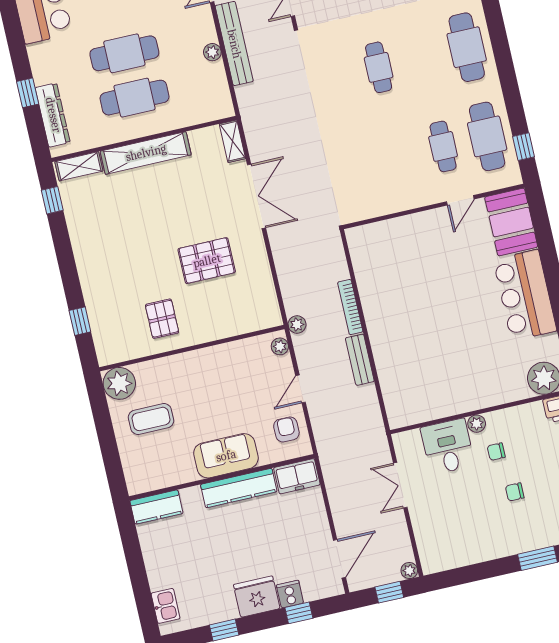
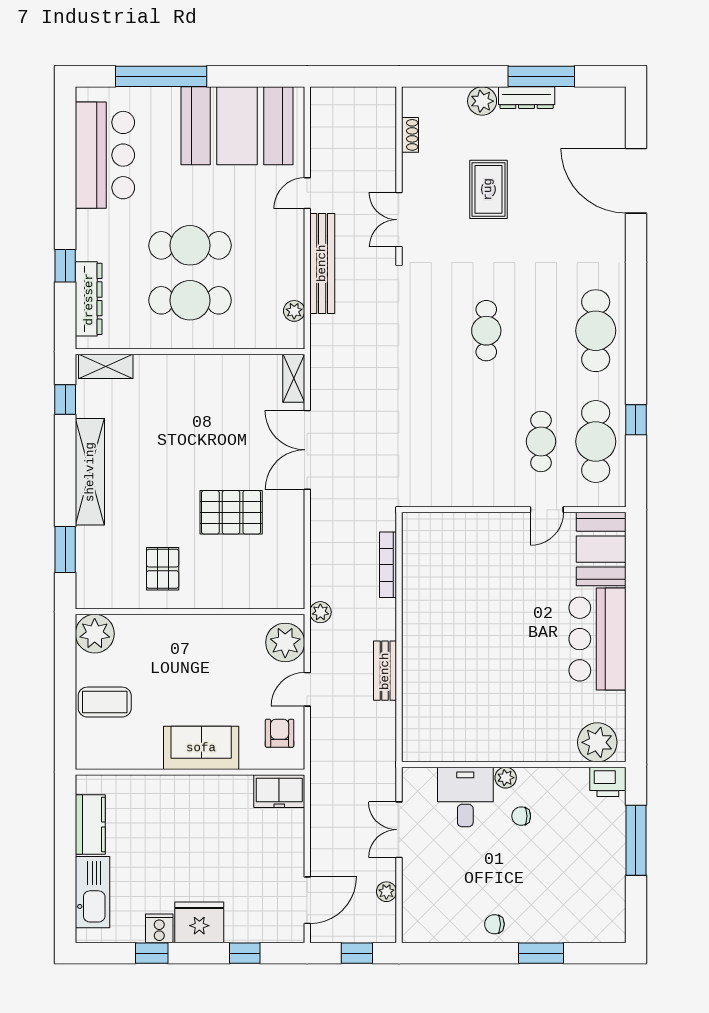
plant: (212, 52) -> (294, 311), moved
window: (524, 147) -> (636, 420), moved
shelving: (146, 153) -> (90, 472), moved, turned 90
double door: (256, 196) -> (307, 450), swing flipped
bookcase: (350, 307) -> (388, 565), moved
window: (80, 321) -> (65, 549), width x1.50
plant: (280, 346) -> (285, 642), width x1.88, depth x1.88
coffee table: (151, 419) -> (105, 702), moved
kitchen counter: (239, 488) -> (207, 789), removed
chair: (515, 492) -> (494, 924), moved
kitchen counter: (156, 507) -> (90, 825), moved, turned -90
plant: (409, 571) -> (386, 892), moved
cooker: (290, 594) -> (159, 928), moved
kitchen sink: (166, 606) -> (92, 892), width x1.88, depth x1.24

